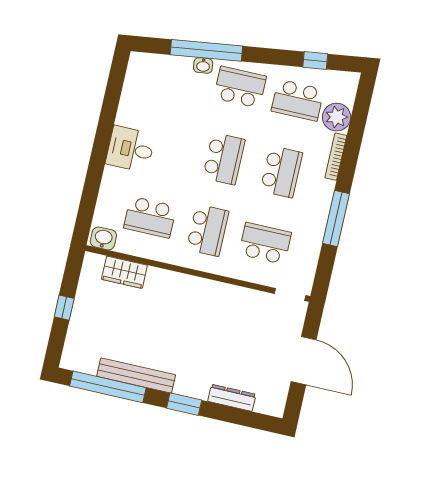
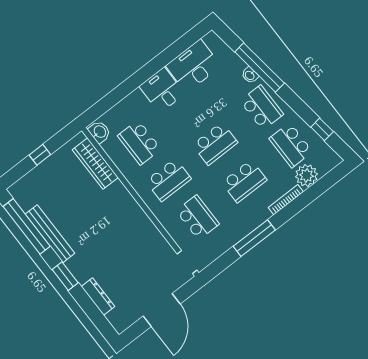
desk: (142, 101) -> (193, 66), added
wardrobe: (124, 272) -> (95, 164), width x1.50

